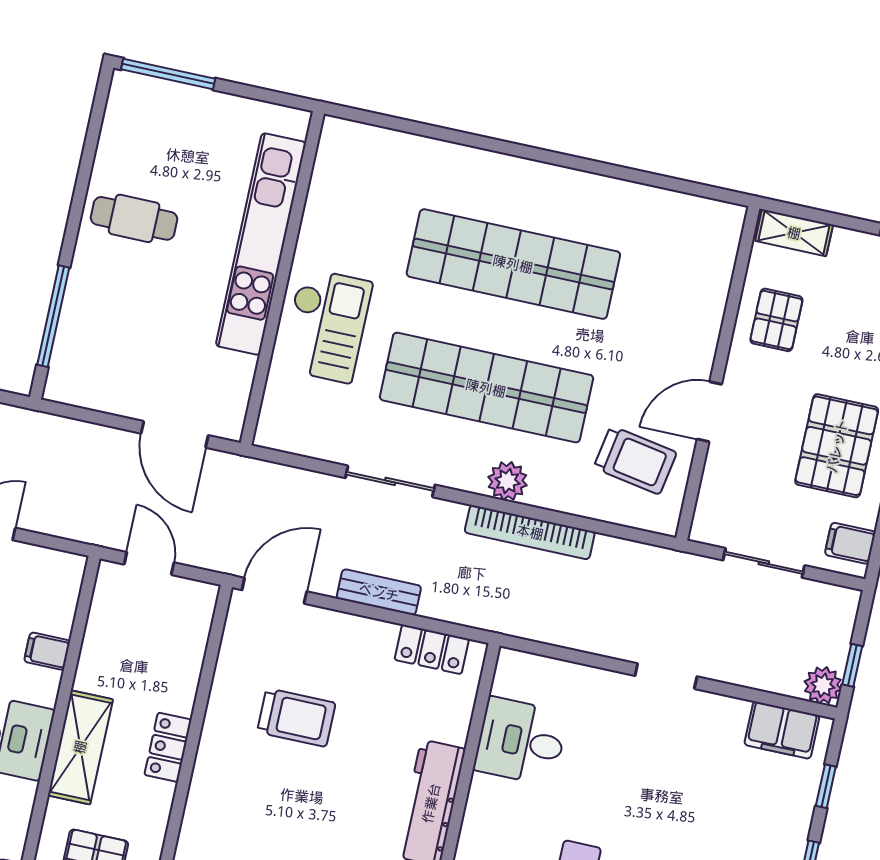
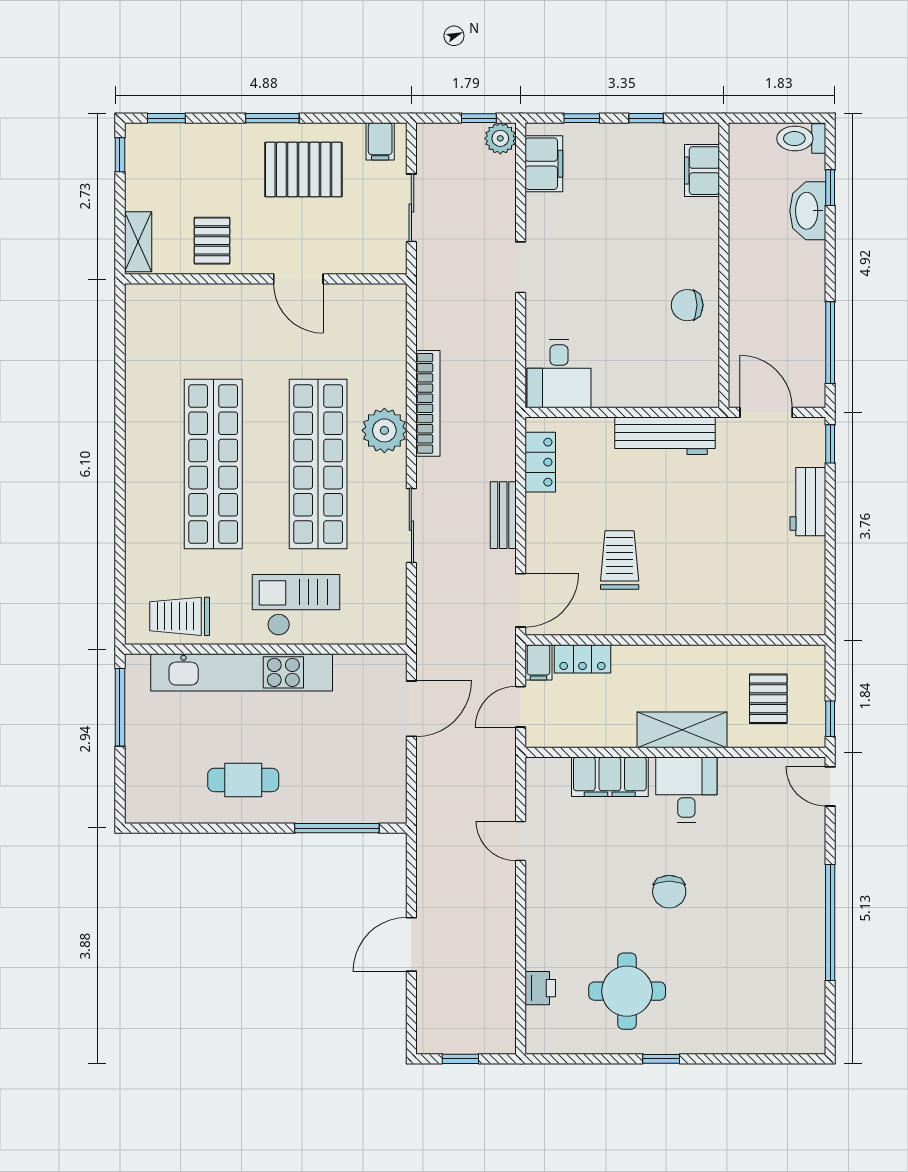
window: (168, 74) -> (120, 707), moved
cafe table: (134, 218) -> (243, 780), turned 90
pallet: (776, 320) -> (212, 241), turned 90
trolley: (635, 460) -> (180, 616), moved, turned -100
plant: (507, 481) -> (384, 430), width x1.36, depth x1.36
door: (274, 591) -> (521, 600), swing flipped
filing cabinet: (197, 596) -> (538, 662), added
filing cabinet: (47, 651) -> (610, 777), width x3.00, depth x1.17
desk: (521, 741) -> (559, 374), moved
locker: (168, 747) -> (582, 659), moved

